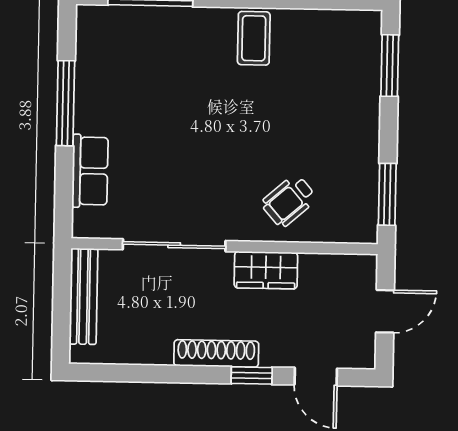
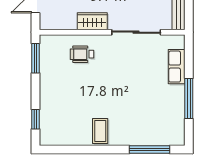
window: (390, 66) -> (35, 119), width x0.67
wheelchair: (289, 201) -> (82, 54), turned -139

